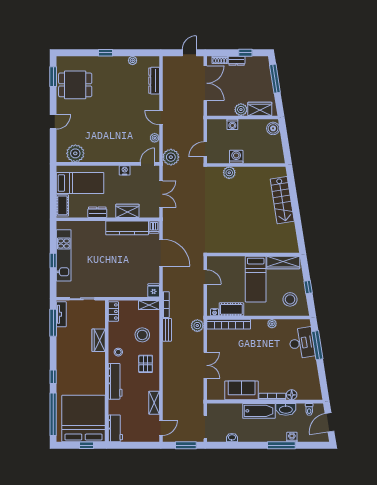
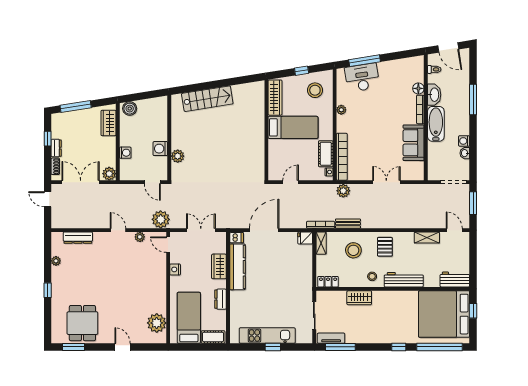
plant: (241, 110) -> (109, 174), moved
door: (161, 118) -> (118, 230), swing flipped
pallet: (146, 364) -> (385, 247), turned 90
washing machine: (292, 437) -> (464, 141), moved

